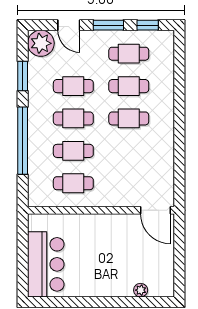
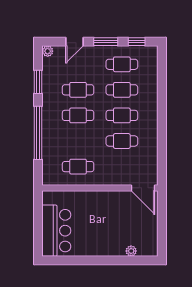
door: (69, 25) -> (75, 42), hinge flipped
plant: (41, 43) -> (48, 51), width x0.53, depth x0.53
cafe table: (73, 151) -> (122, 141), moved

